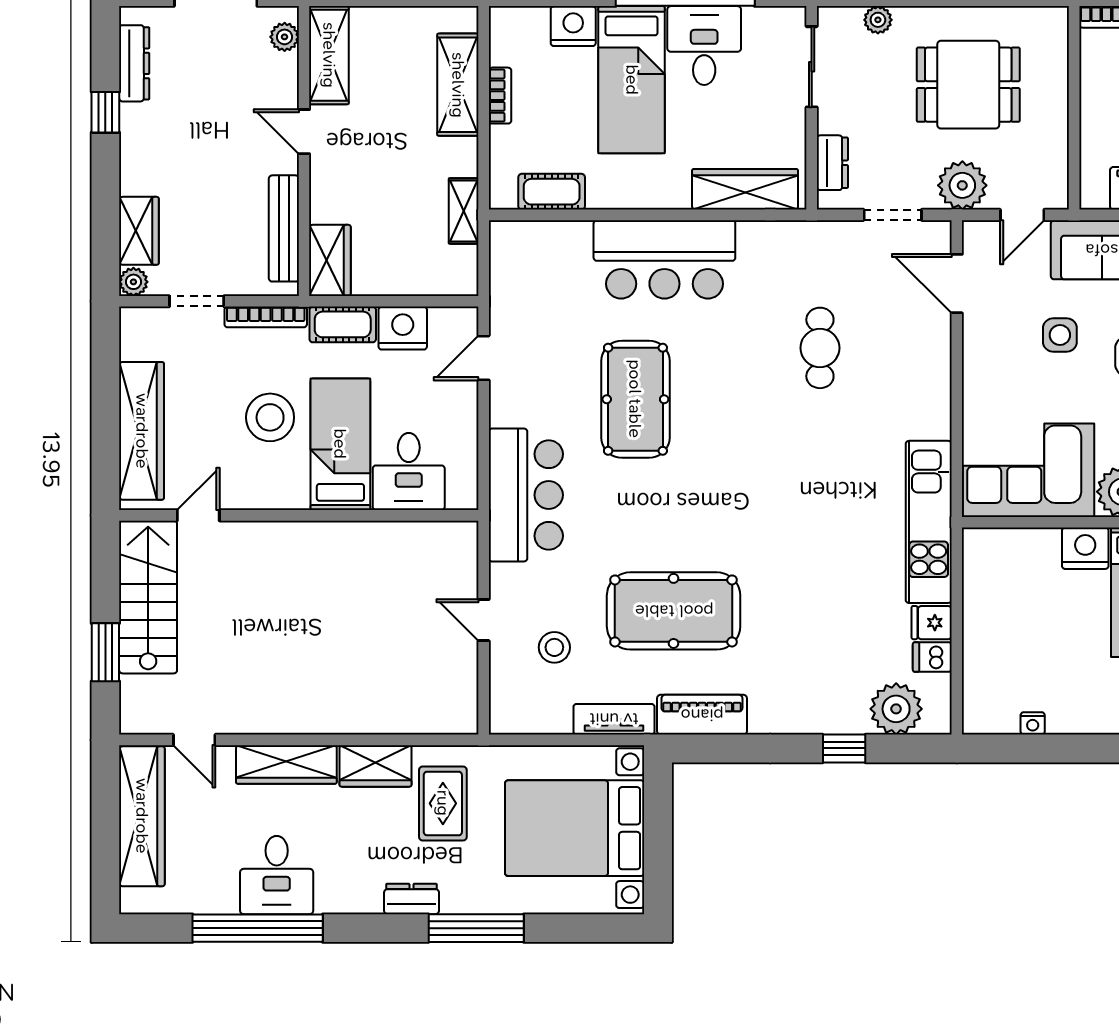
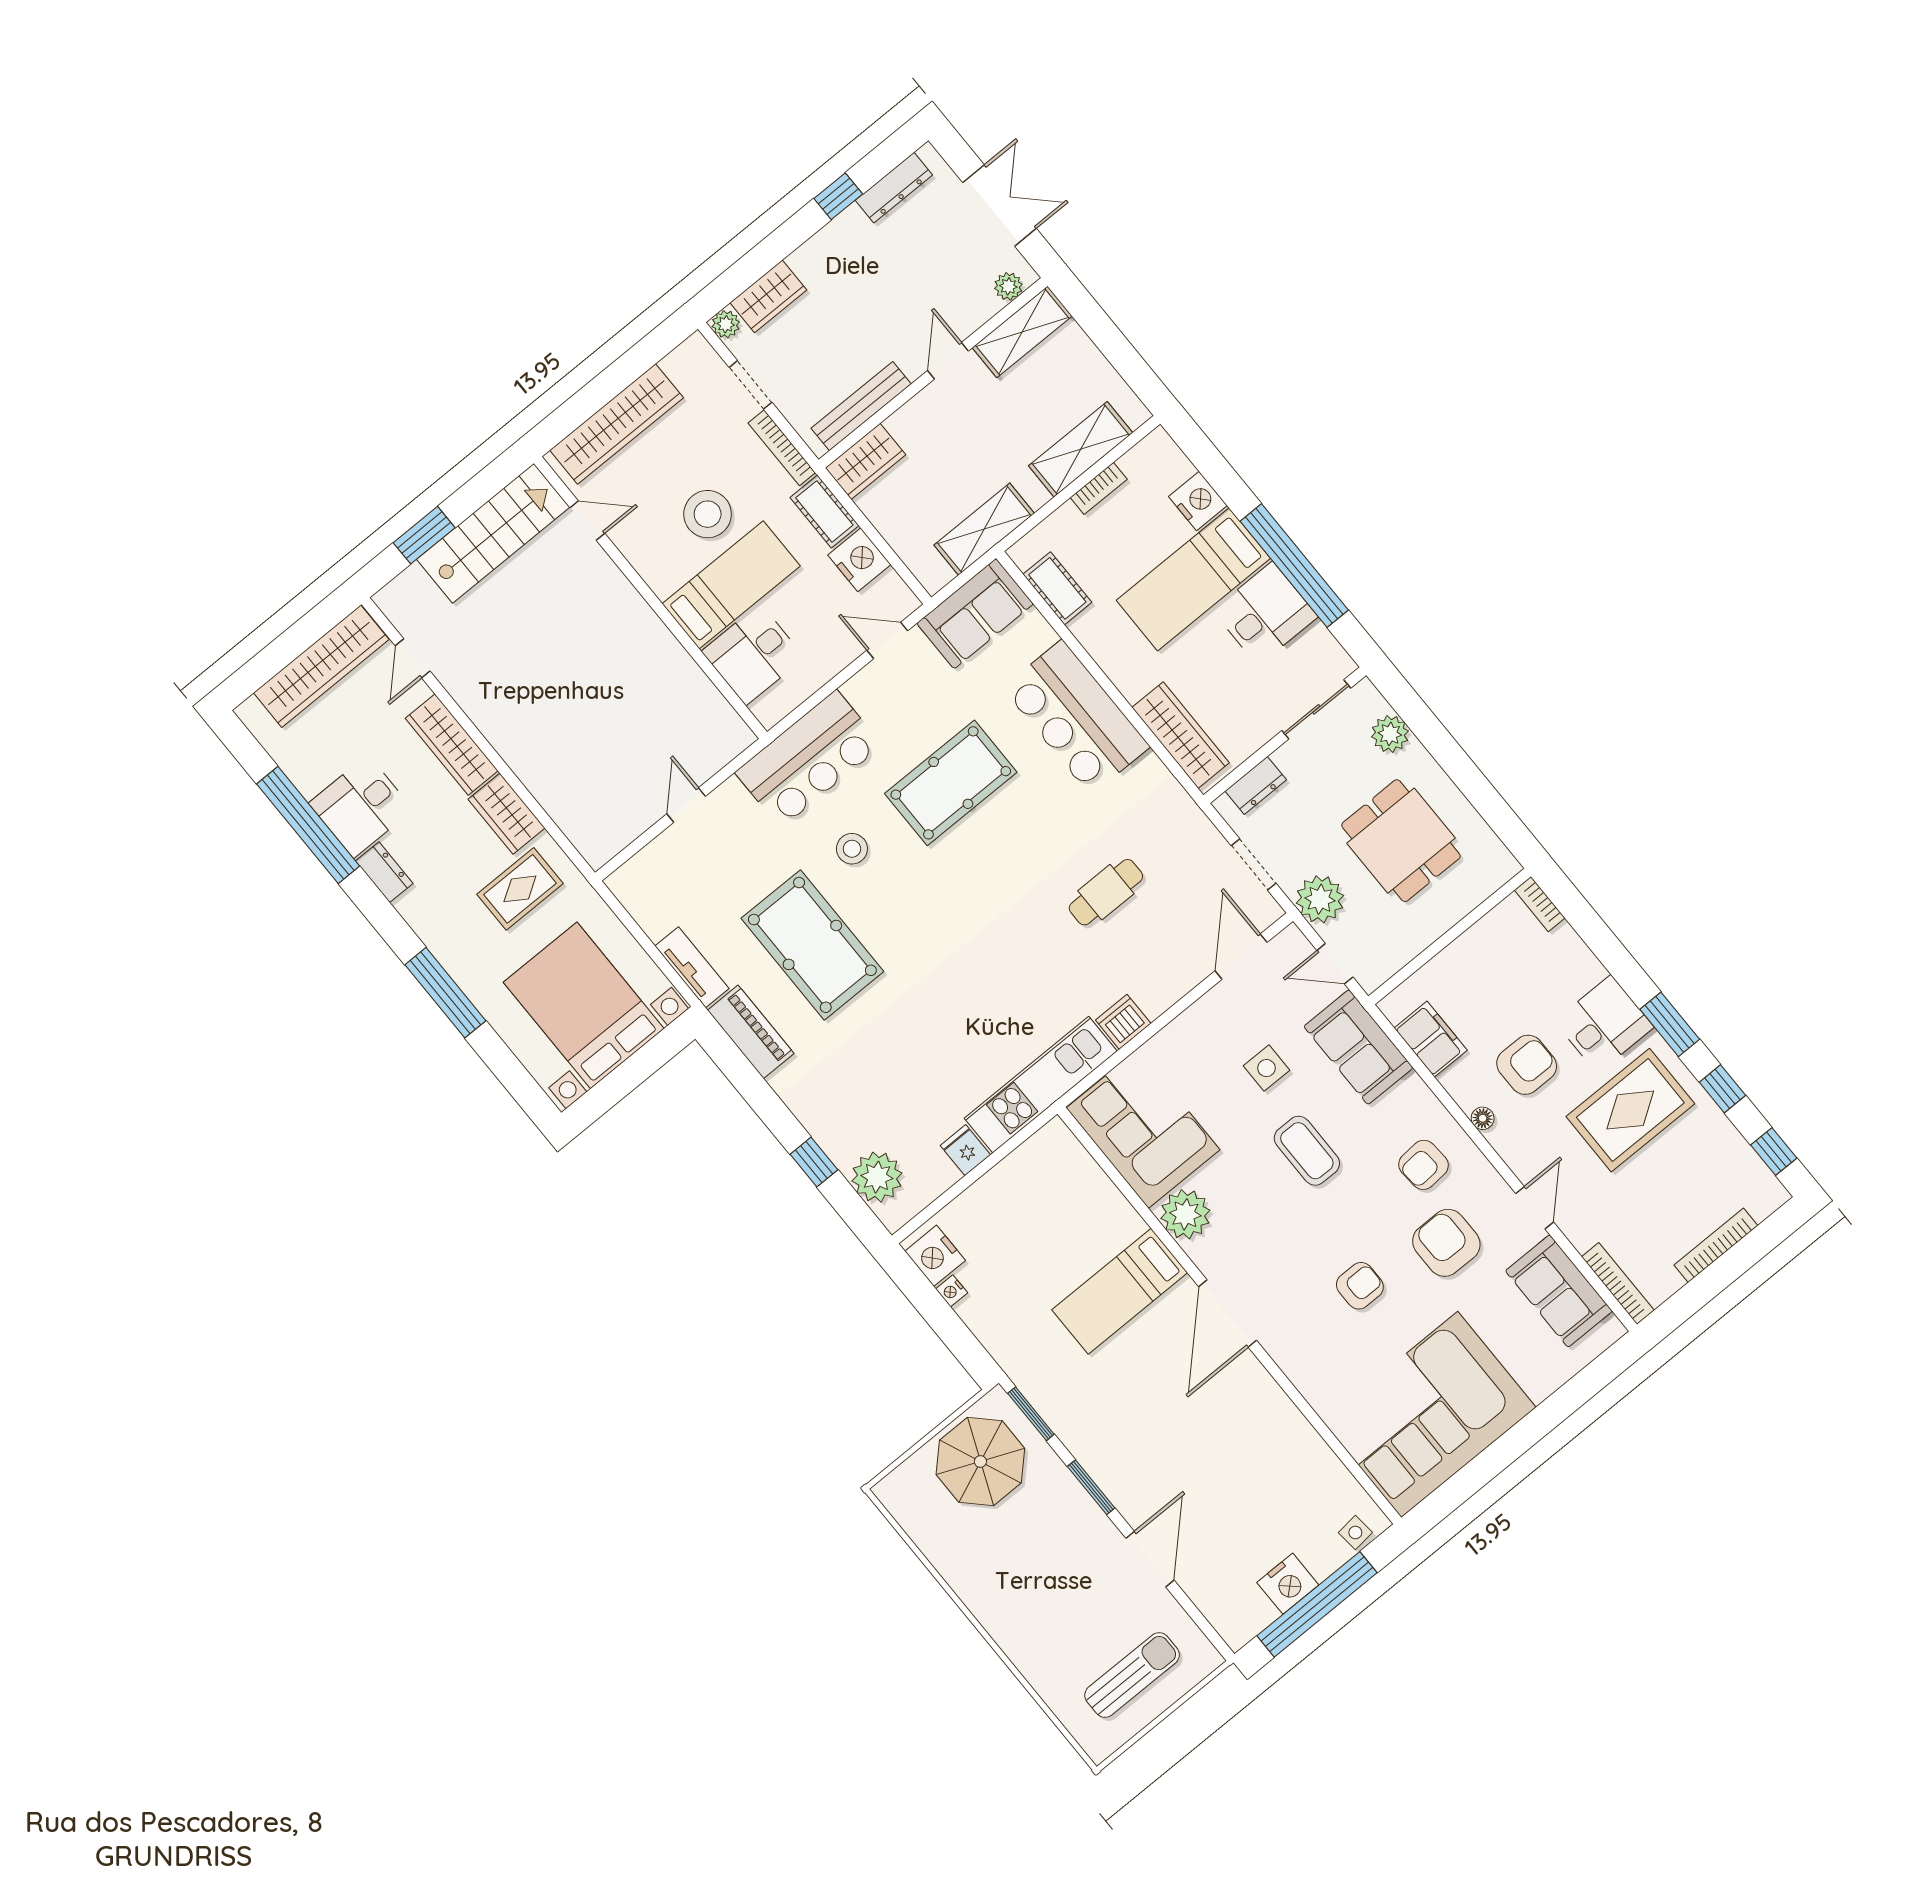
plant: (878, 20) -> (1390, 734), width x1.38, depth x1.38
shelving: (464, 211) -> (984, 529), width x1.50, depth x1.33
sofa: (519, 272) -> (975, 614), added
nightstand: (1085, 548) -> (935, 1256), moved, turned 180
stool: (554, 647) -> (852, 849), moved
dishwasher: (932, 657) -> (1123, 1022), moved, width x1.38
dresser: (412, 899) -> (384, 872), moved

